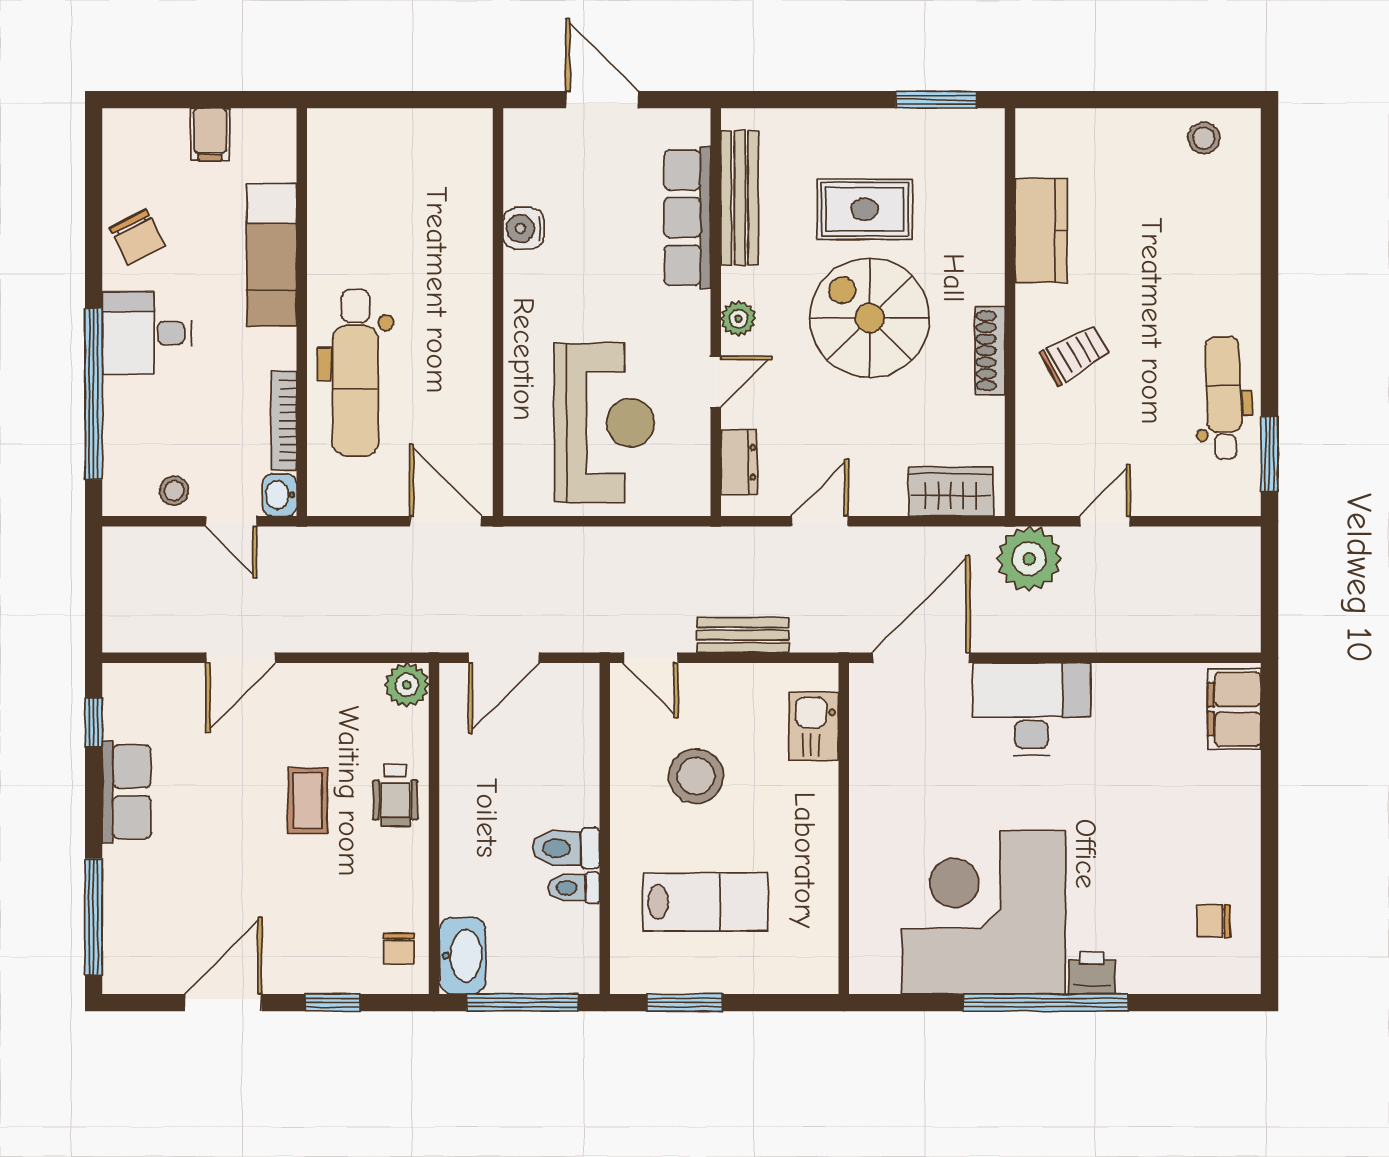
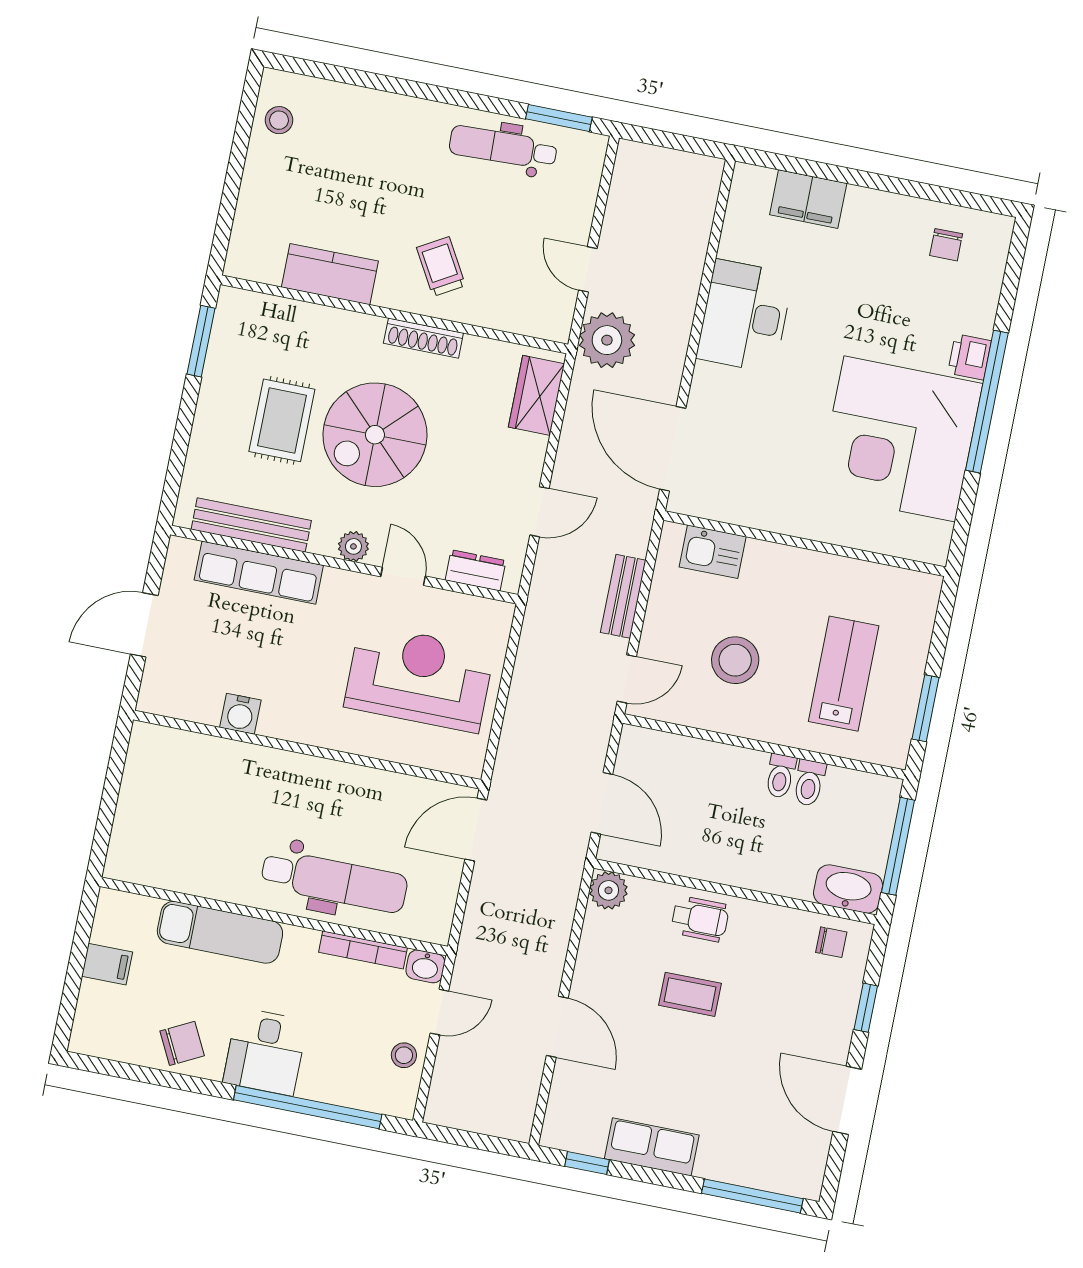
door: (820, 521) -> (539, 512), swing flipped
desk: (1032, 709) -> (745, 316), moved
filing cabinet: (1234, 709) -> (808, 199), moved
toilet: (566, 848) -> (780, 776), width x0.73, depth x0.72

